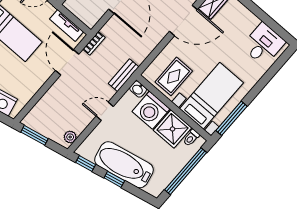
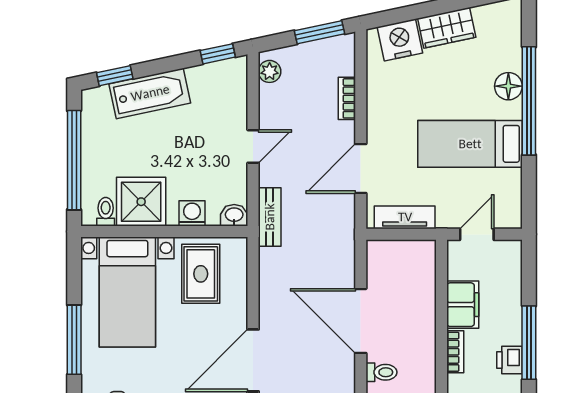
bookcase: (94, 43) -> (347, 98), moved
door: (67, 62) -> (361, 168), swing flipped
washing machine: (151, 110) -> (192, 213), width x0.53, depth x0.53
window: (232, 118) -> (74, 340), moved
bathtub: (124, 165) -> (150, 93), width x0.73, depth x0.73
window: (114, 179) -> (115, 76), moved

